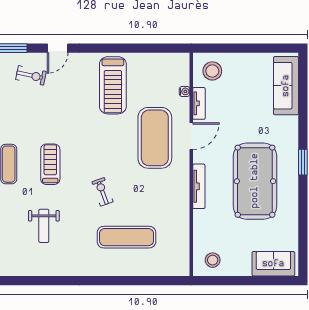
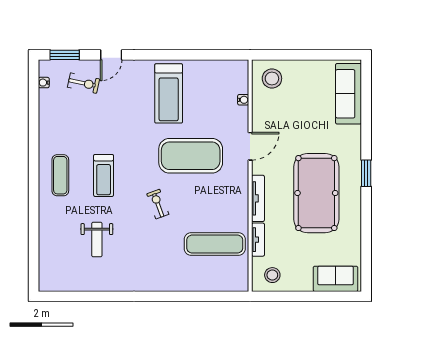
tv unit: (199, 103) -> (258, 240), moved
exercise mat: (155, 138) -> (191, 156), moved, turned 90
treadmill: (50, 164) -> (104, 175), turned 180
exercise mat: (126, 237) -> (215, 244), moved

